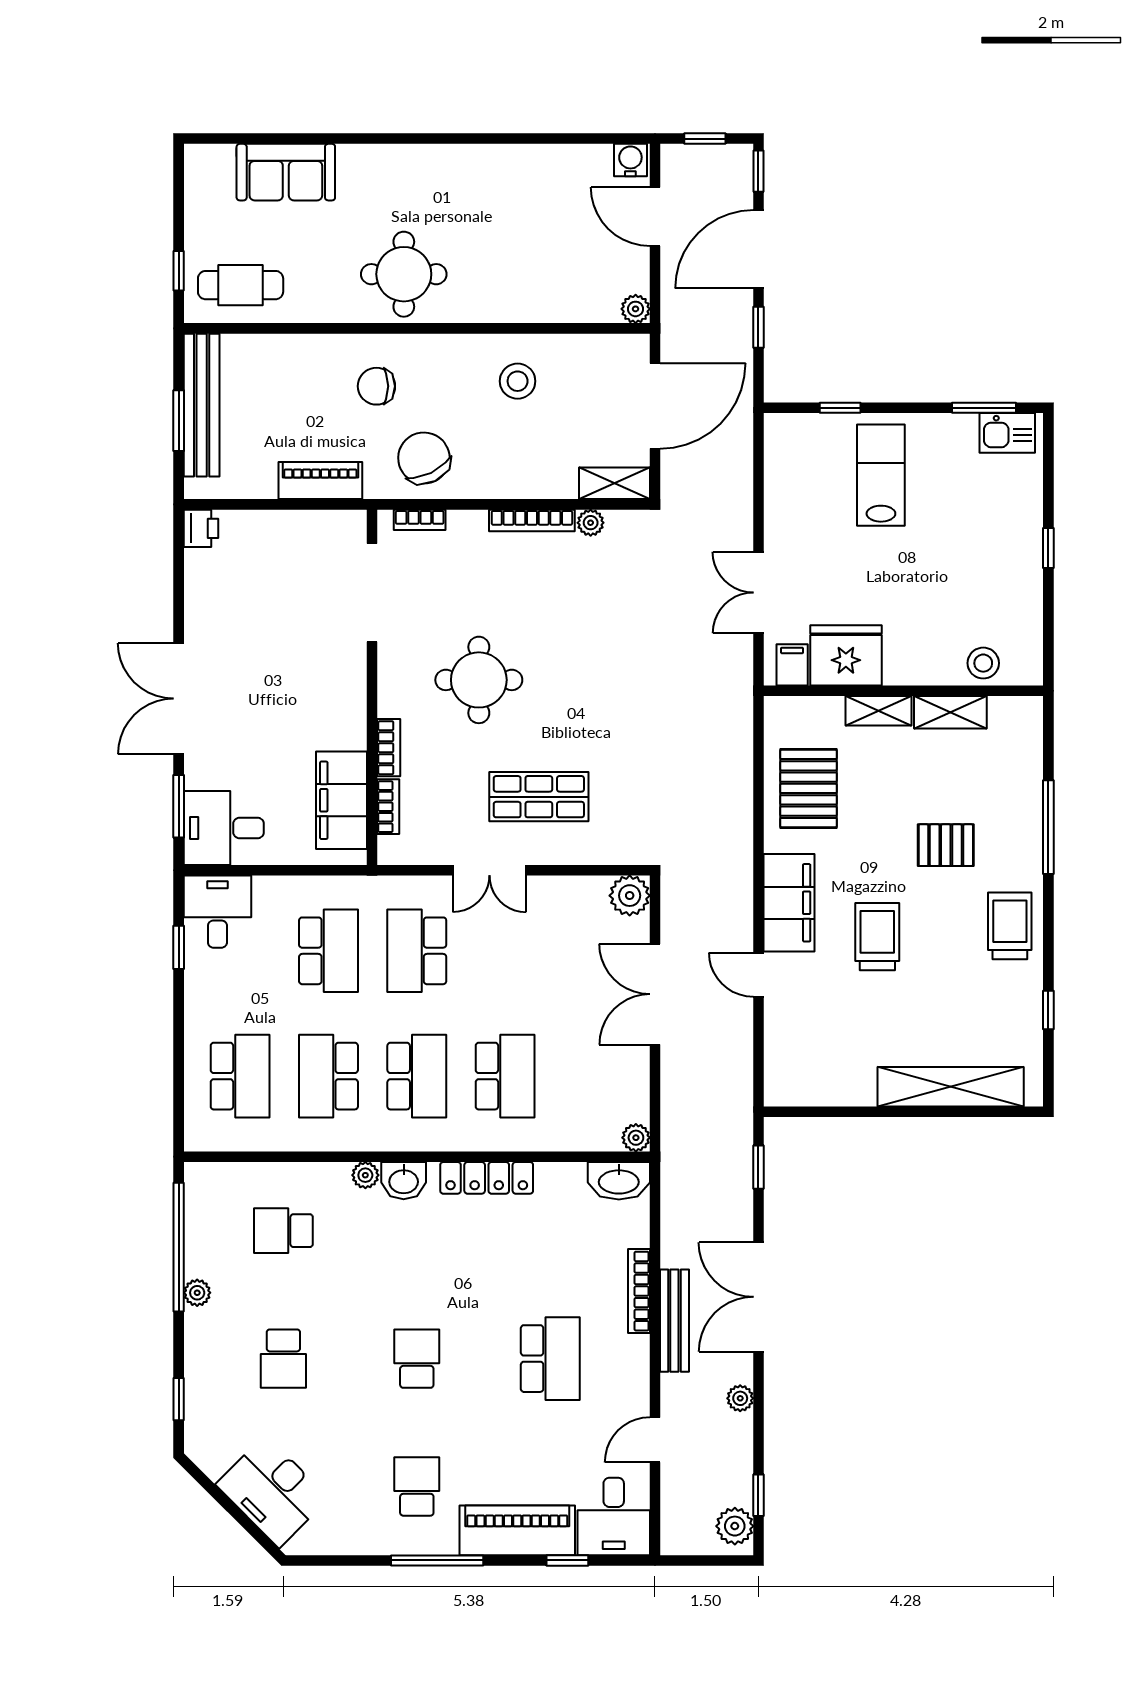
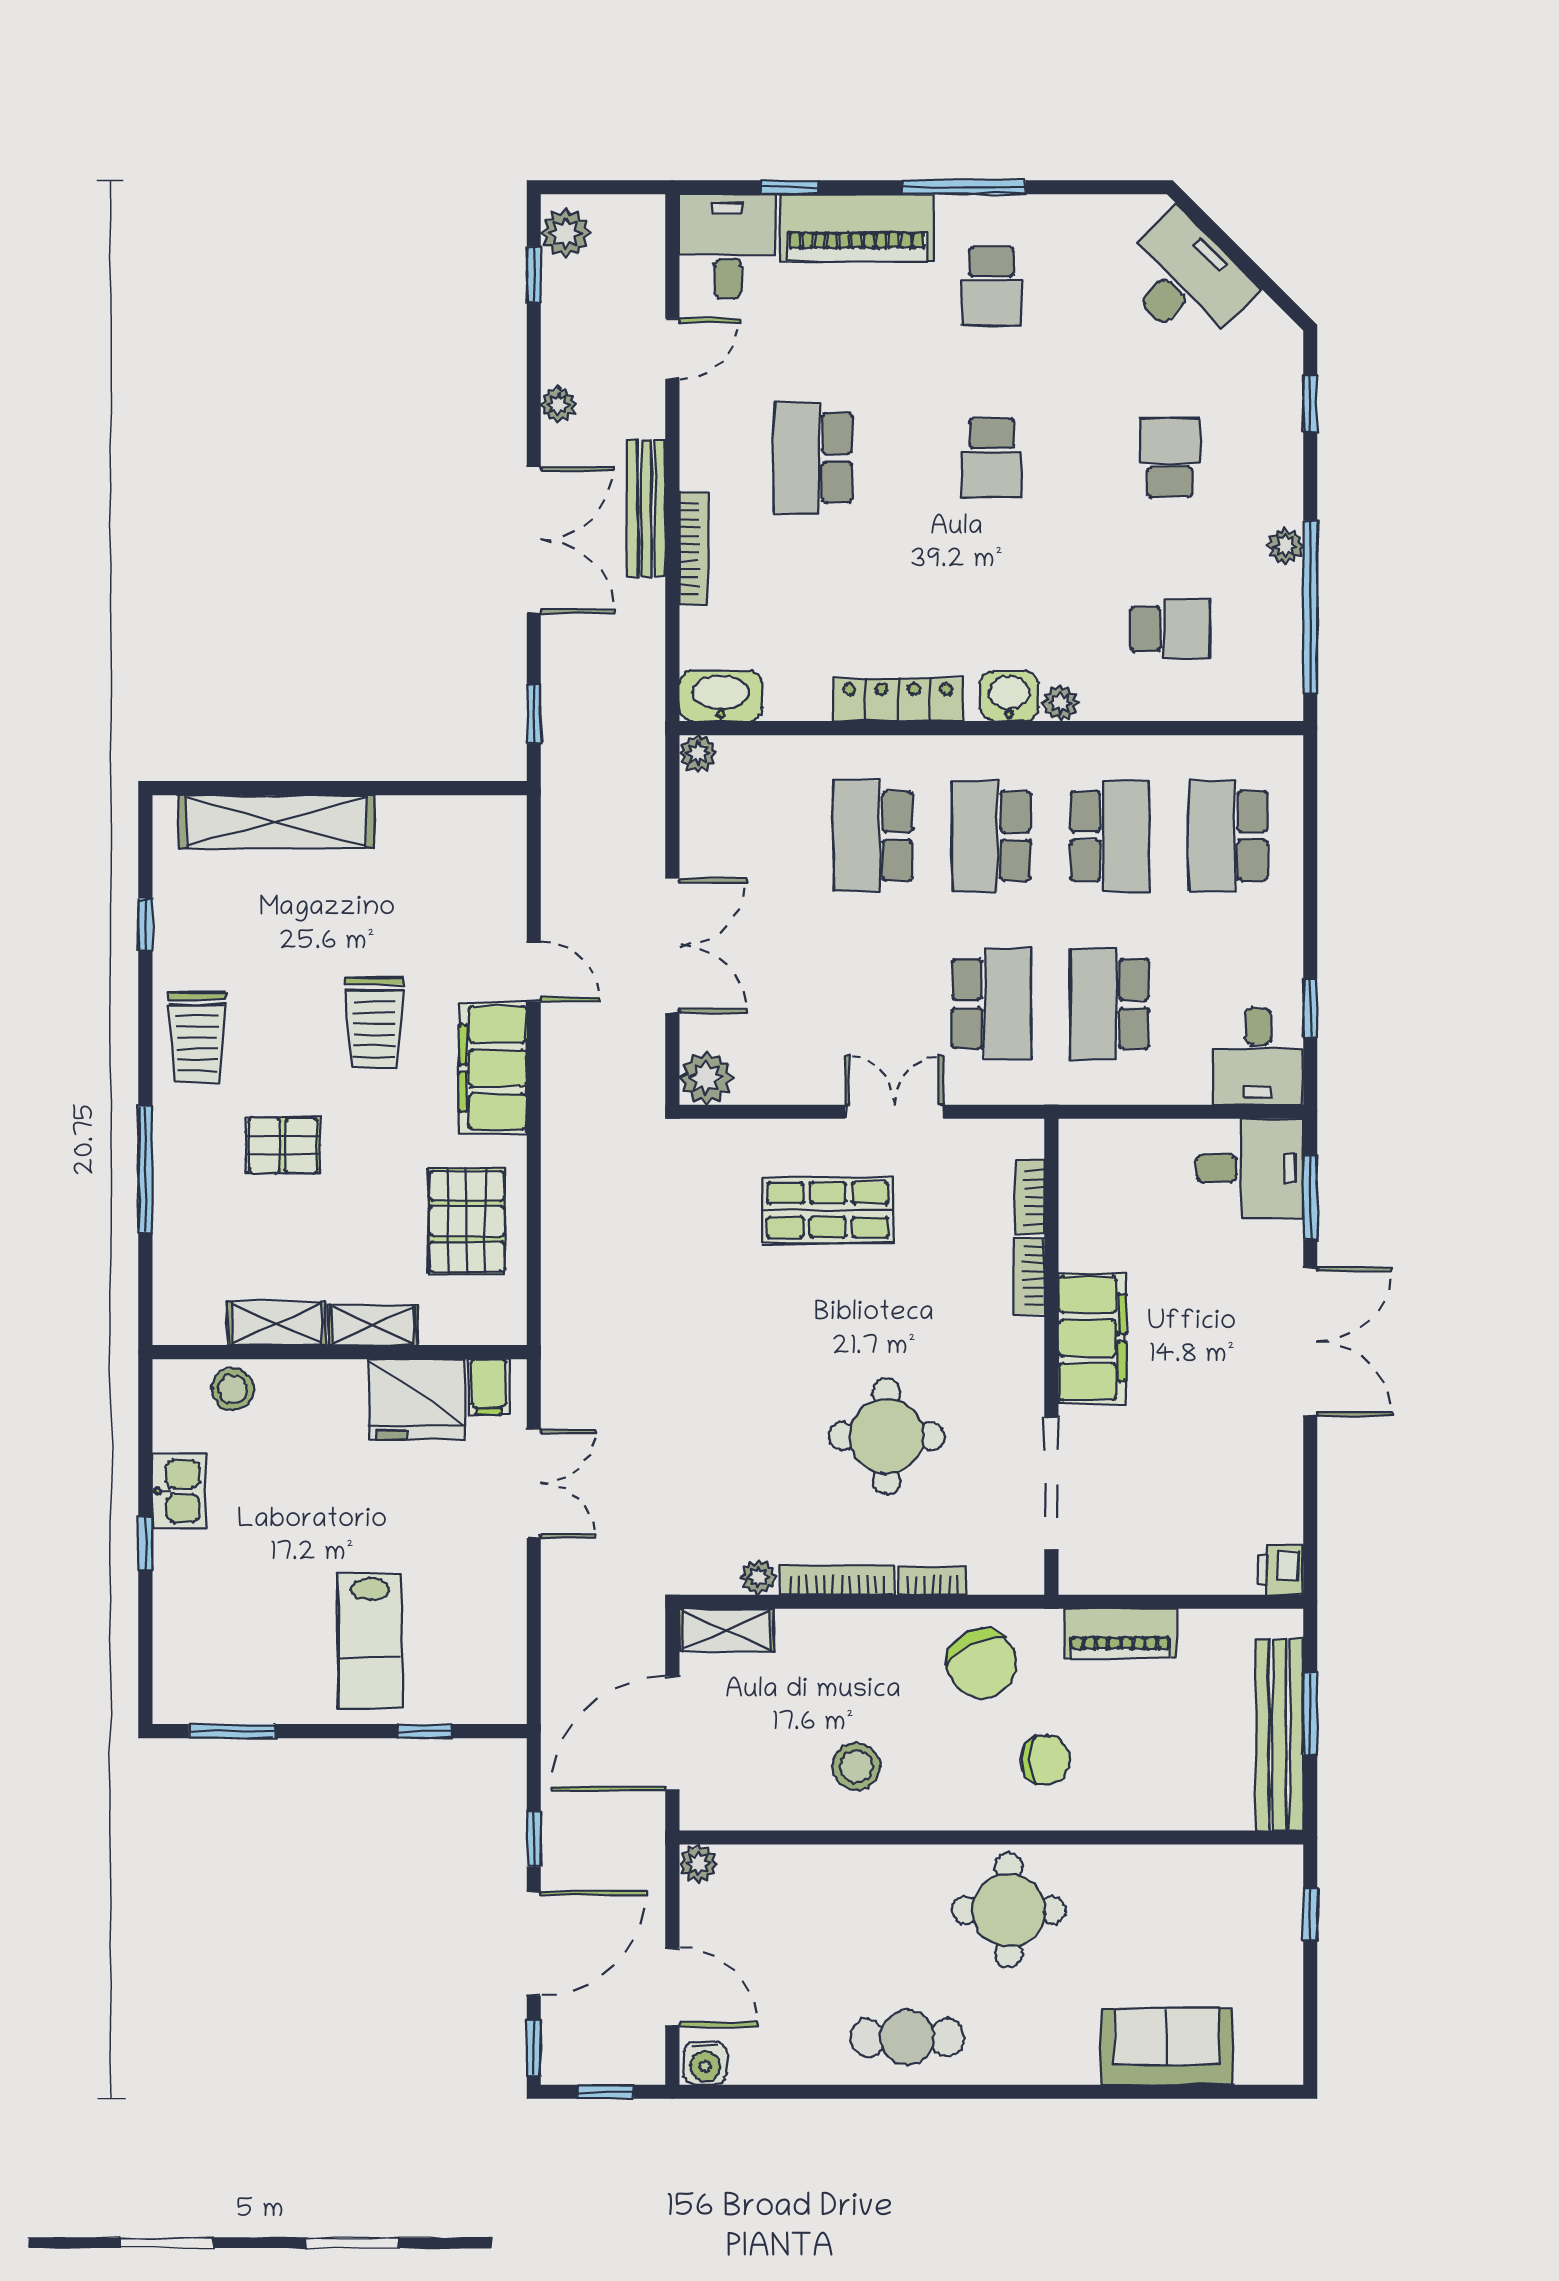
cafe table: (241, 285) -> (907, 2038), moved
kitchen sink: (1007, 433) -> (179, 1491), moved, turned 90
bookcase: (420, 520) -> (933, 1581), moved
round table: (479, 680) -> (887, 1436), moved
filing cabinet: (341, 800) -> (1092, 1338), moved

